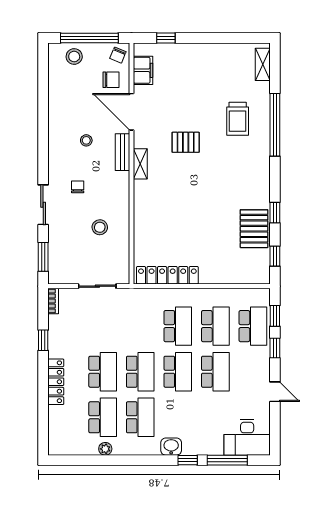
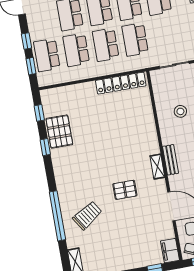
filing cabinet: (143, 70) -> (170, 251), moved
trolley: (238, 119) -> (87, 215), turned 57
bench: (123, 152) -> (171, 160), moved
school desk: (140, 326) -> (135, 40), added

